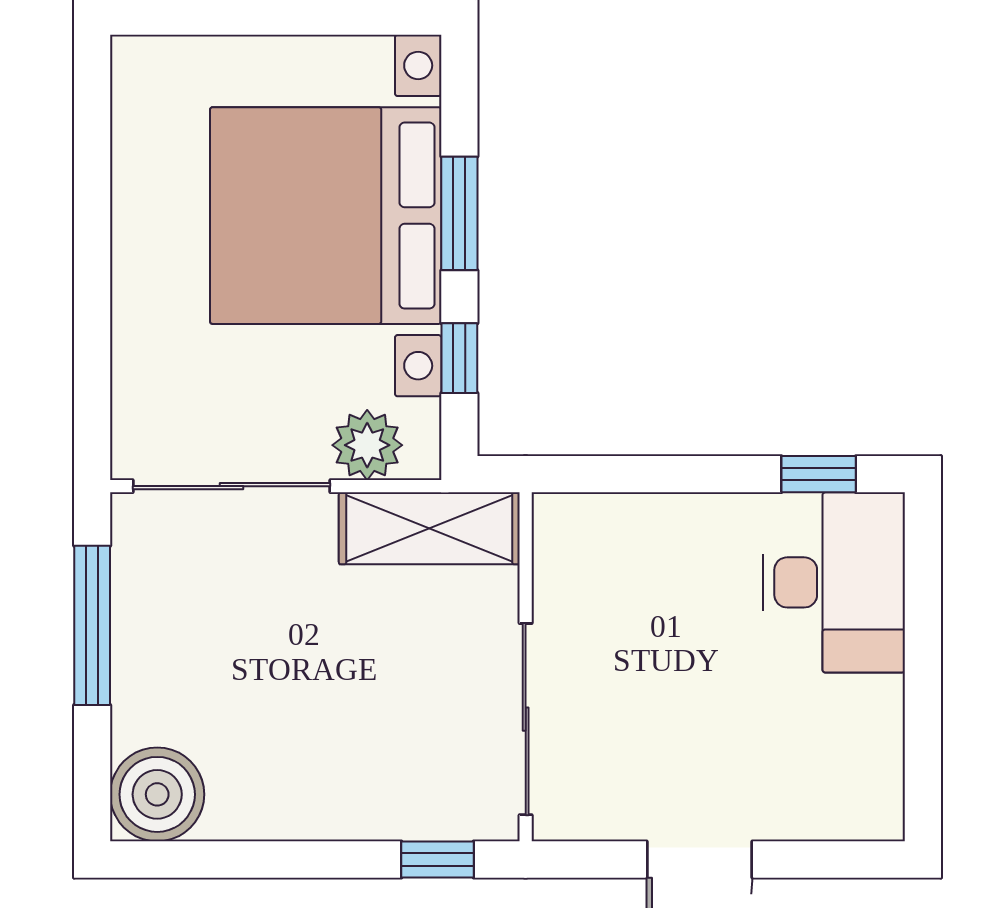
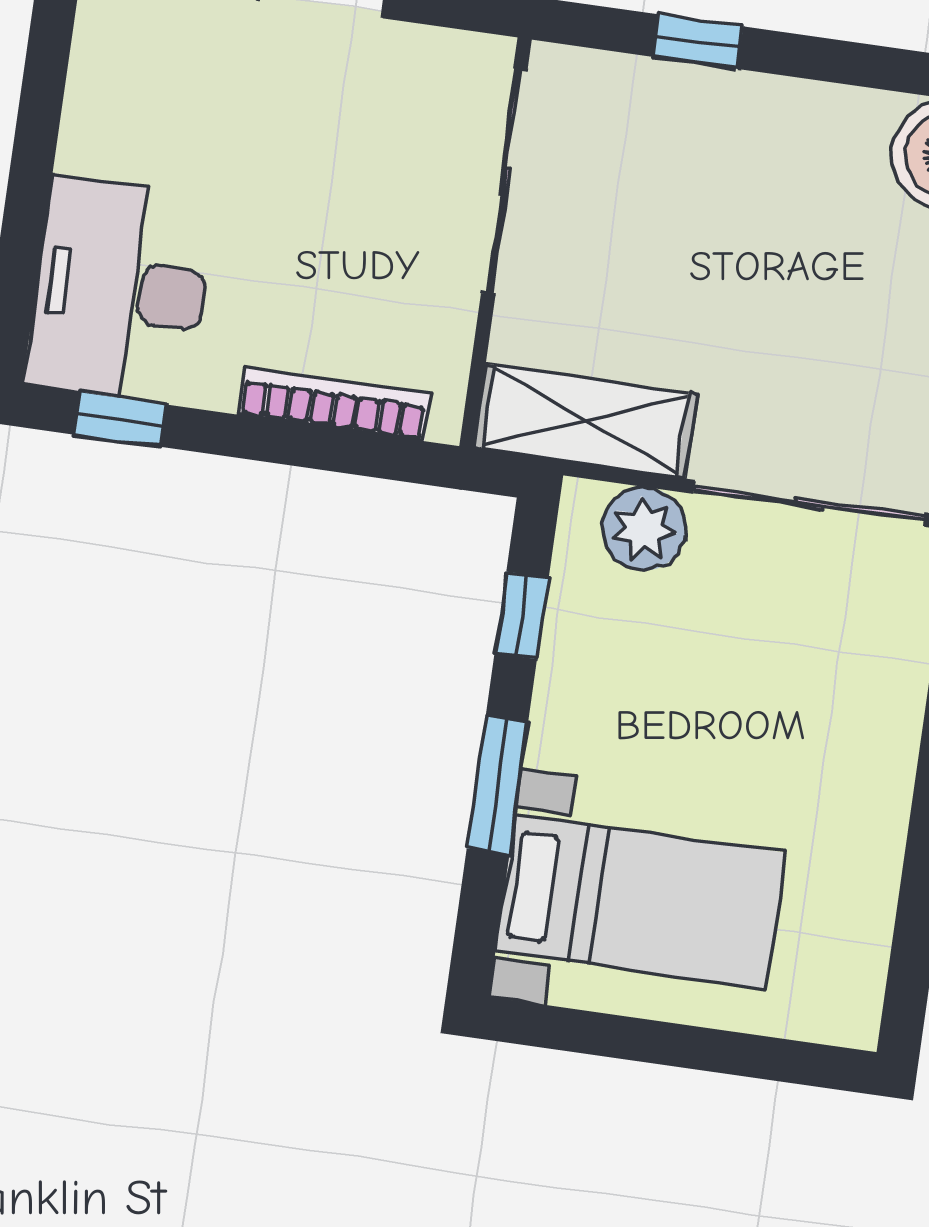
bed with nightstands: (326, 216) -> (640, 902), width x0.54
bookcase: (641, 513) -> (334, 404), added
window: (438, 859) -> (698, 42), moved

